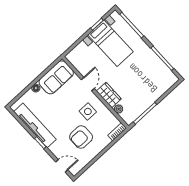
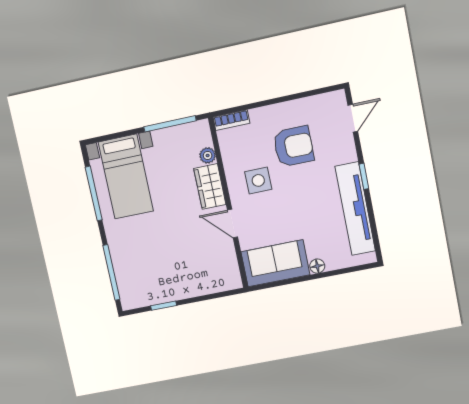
bed with nightstands: (110, 43) -> (126, 177), moved, turned 180
door: (88, 84) -> (233, 223), hinge flipped
door: (62, 166) -> (353, 118), swing flipped

